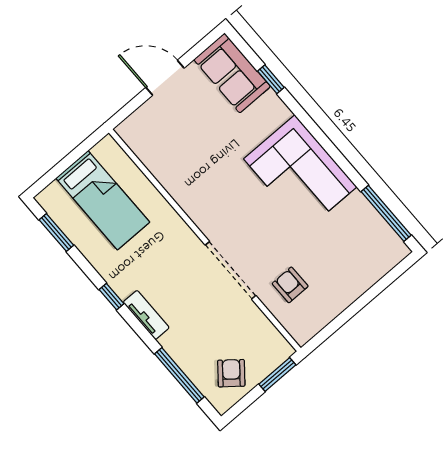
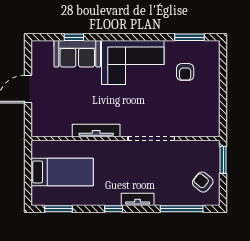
sofa: (232, 73) -> (77, 54), moved
tv unit: (185, 198) -> (96, 131), added
window: (386, 213) -> (190, 37), width x0.69
armchair: (290, 285) -> (185, 72), moved, turned -90

